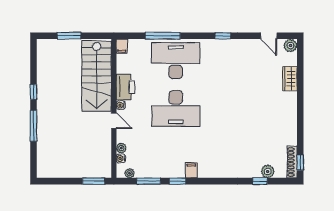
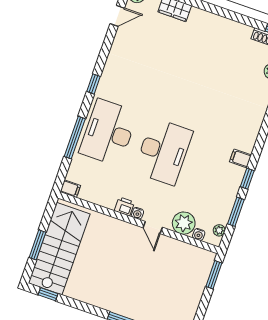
window: (223, 36) -> (93, 84), moved
stairs: (97, 76) -> (59, 249), moved, turned -90
printer: (125, 87) -> (124, 206), width x0.53, depth x0.68
window: (34, 92) -> (48, 294), moved
door: (114, 121) -> (153, 227), swing flipped
plant: (121, 148) -> (184, 223), width x1.88, depth x1.88

